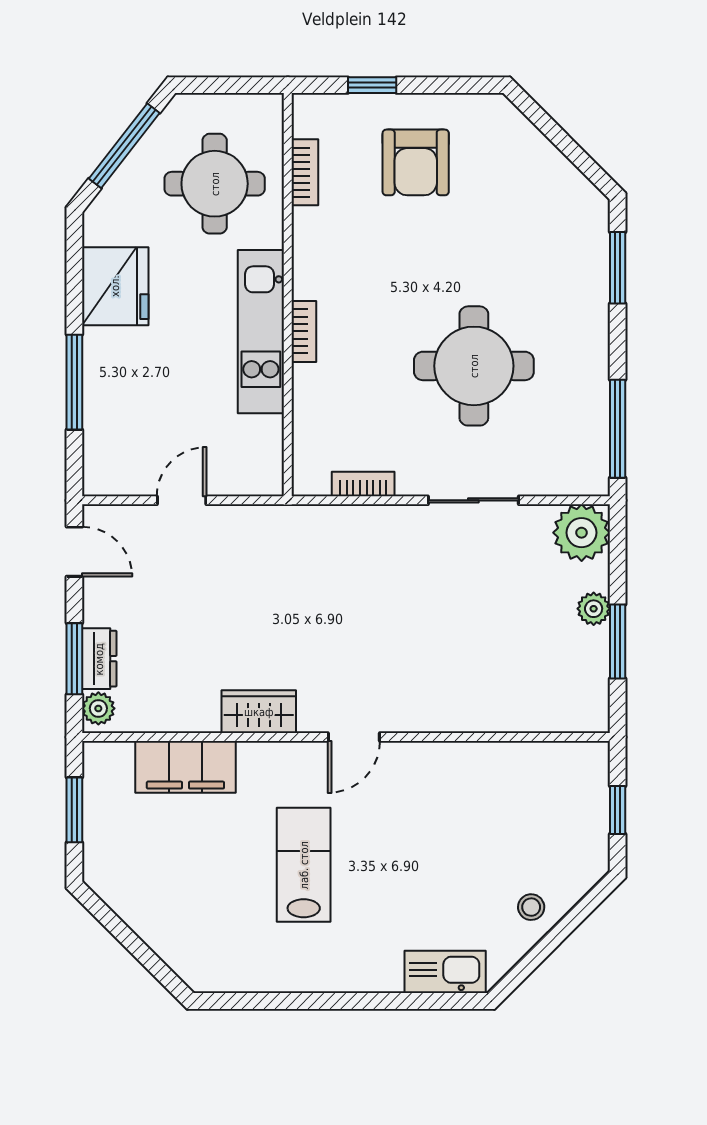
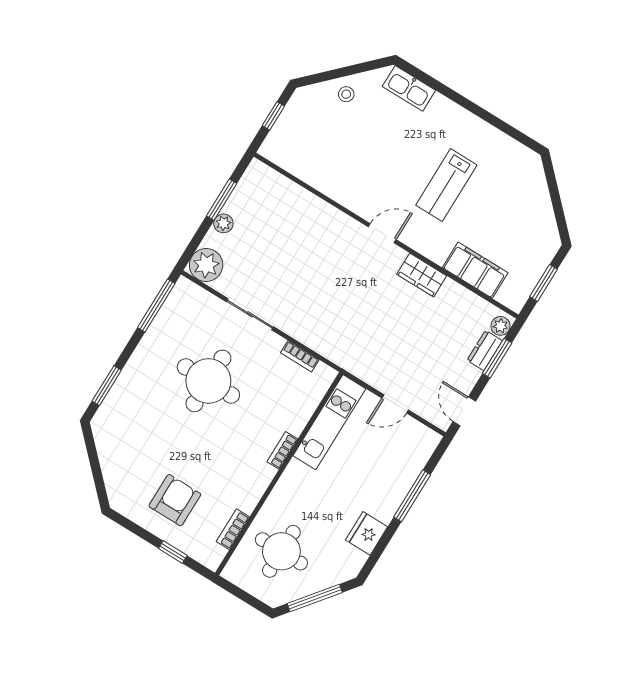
fridge: (115, 286) -> (367, 533), width x0.73, depth x0.75
kitchen unit: (261, 332) -> (329, 422), moved

